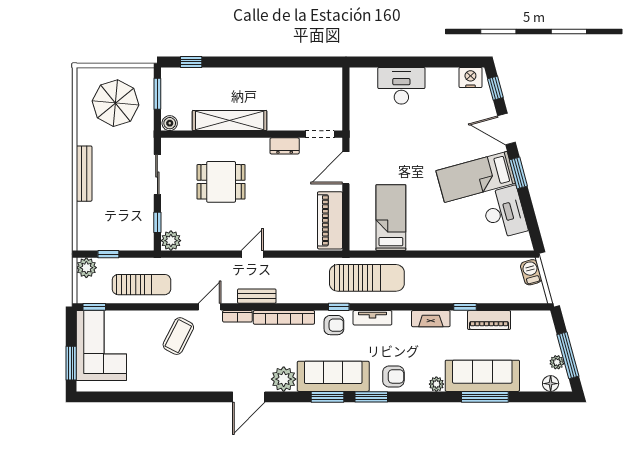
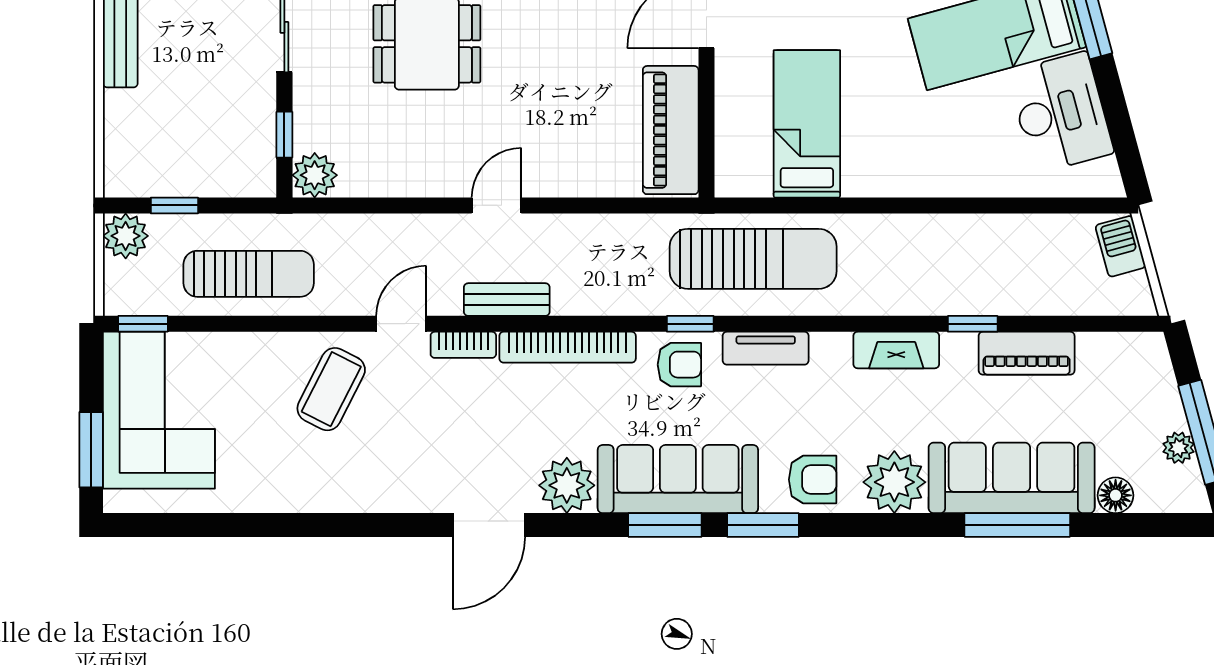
plant: (436, 384) -> (894, 482), width x1.87, depth x1.87
floor lamp: (551, 384) -> (1116, 495), moved

